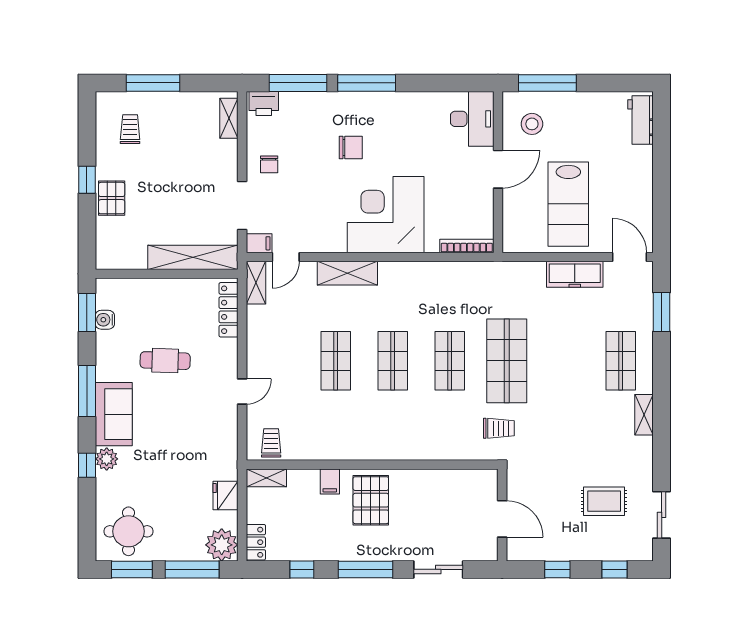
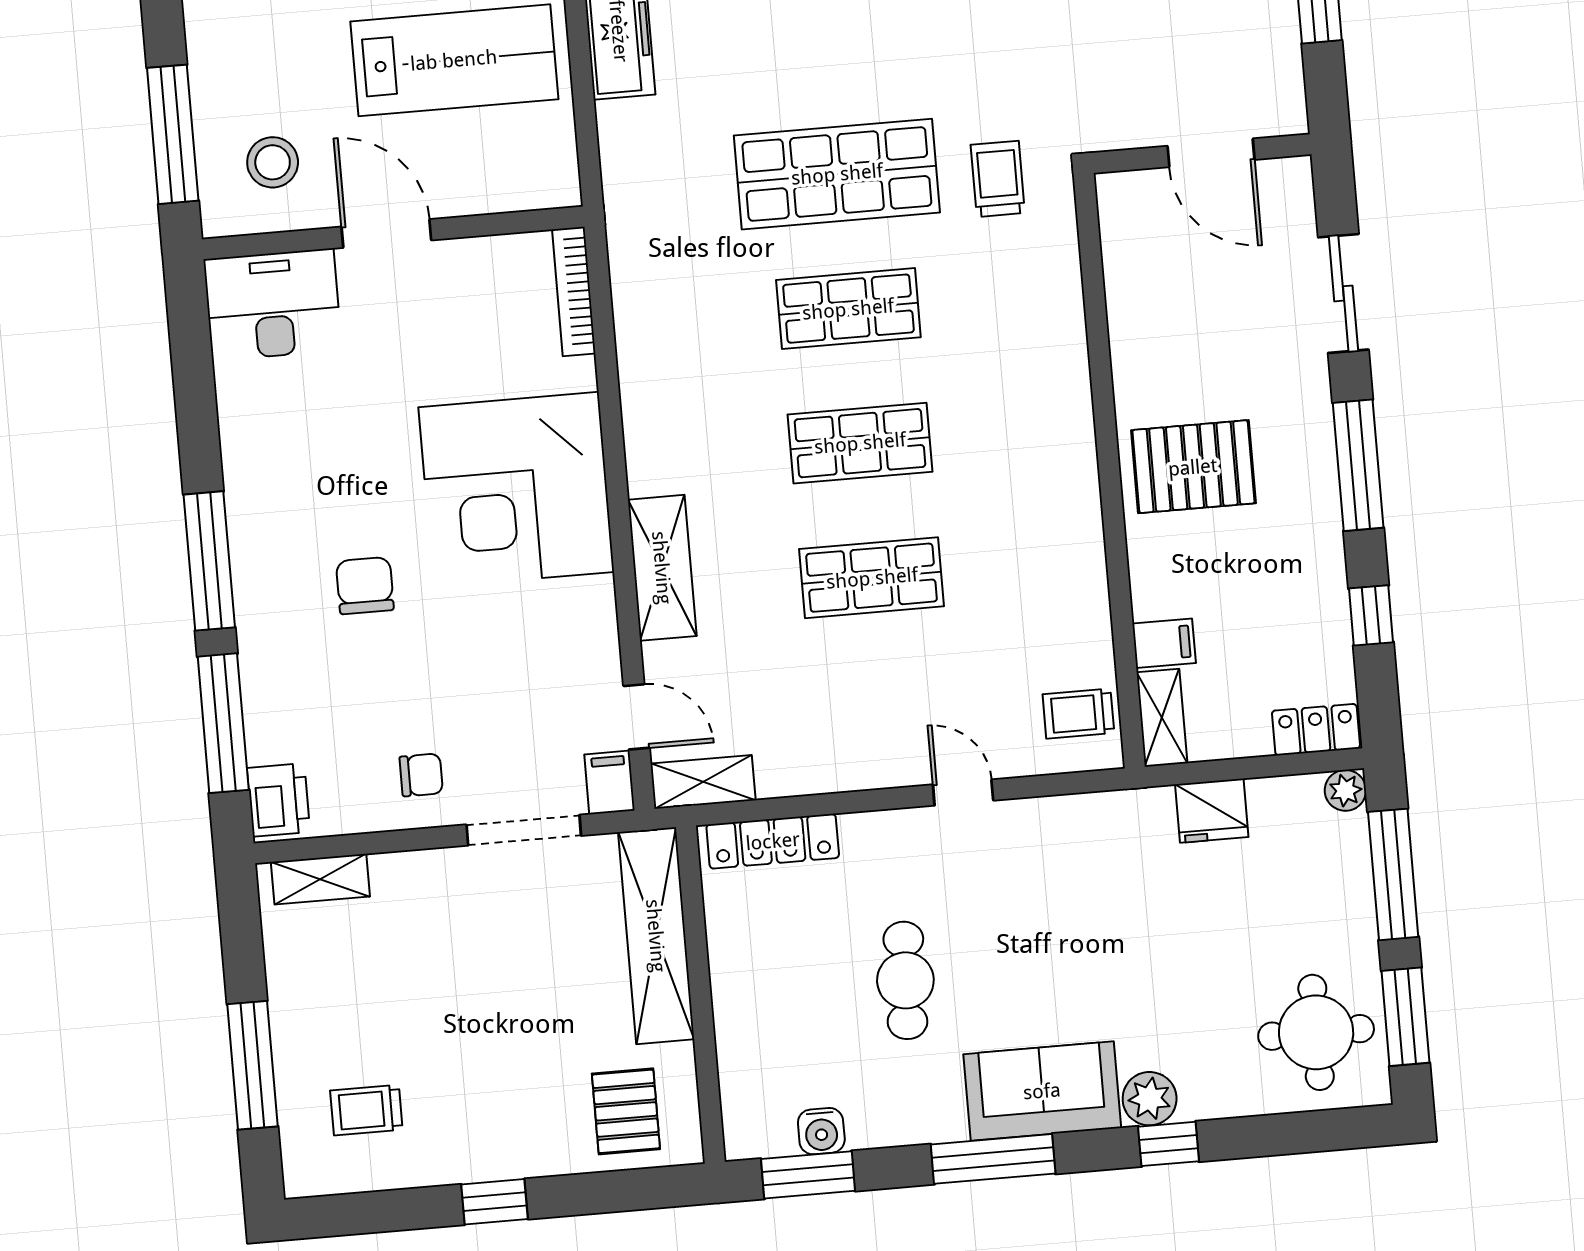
pallet: (112, 198) -> (626, 1111), moved, turned 90
filing cabinet: (330, 481) -> (1164, 643), moved
door: (502, 519) -> (1211, 153), swing flipped
plant: (222, 545) -> (1345, 790), width x0.53, depth x0.53

